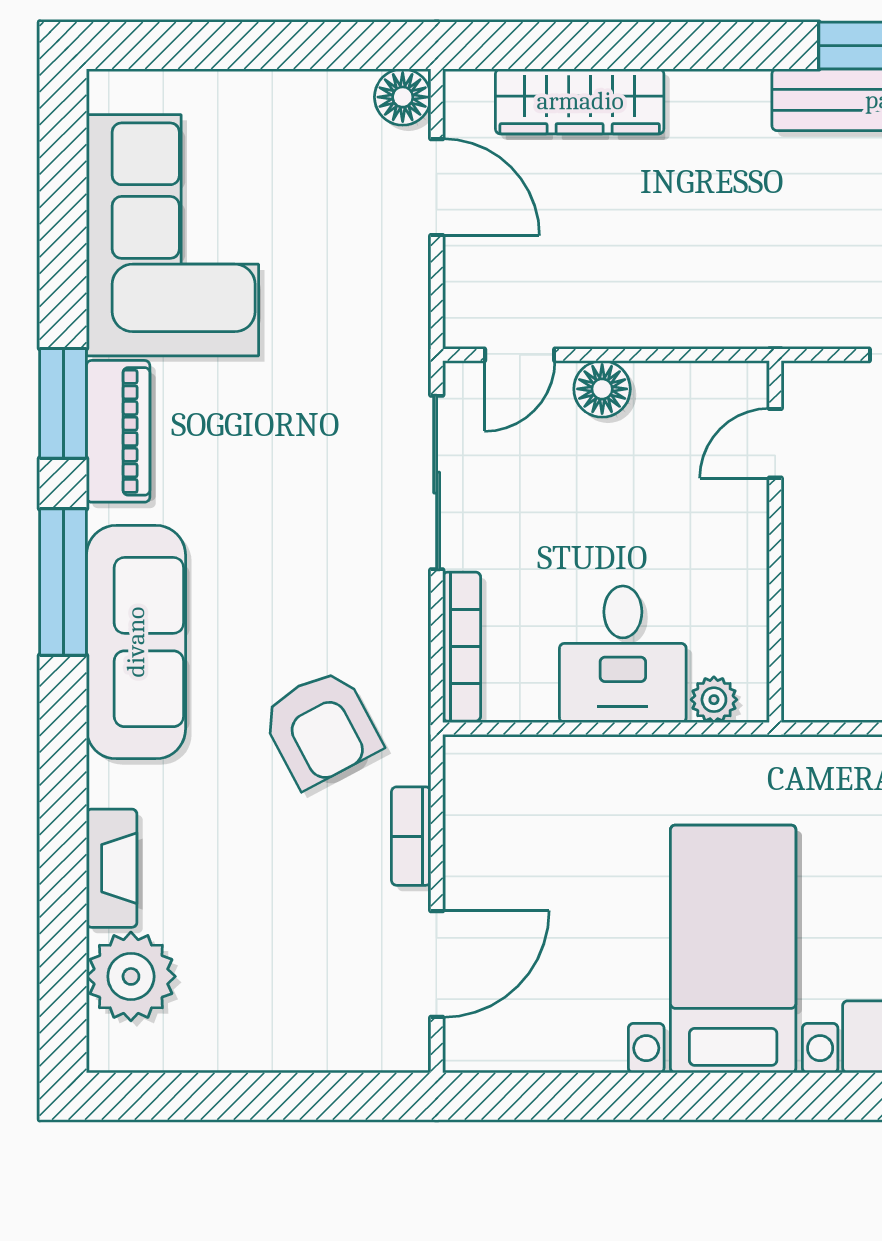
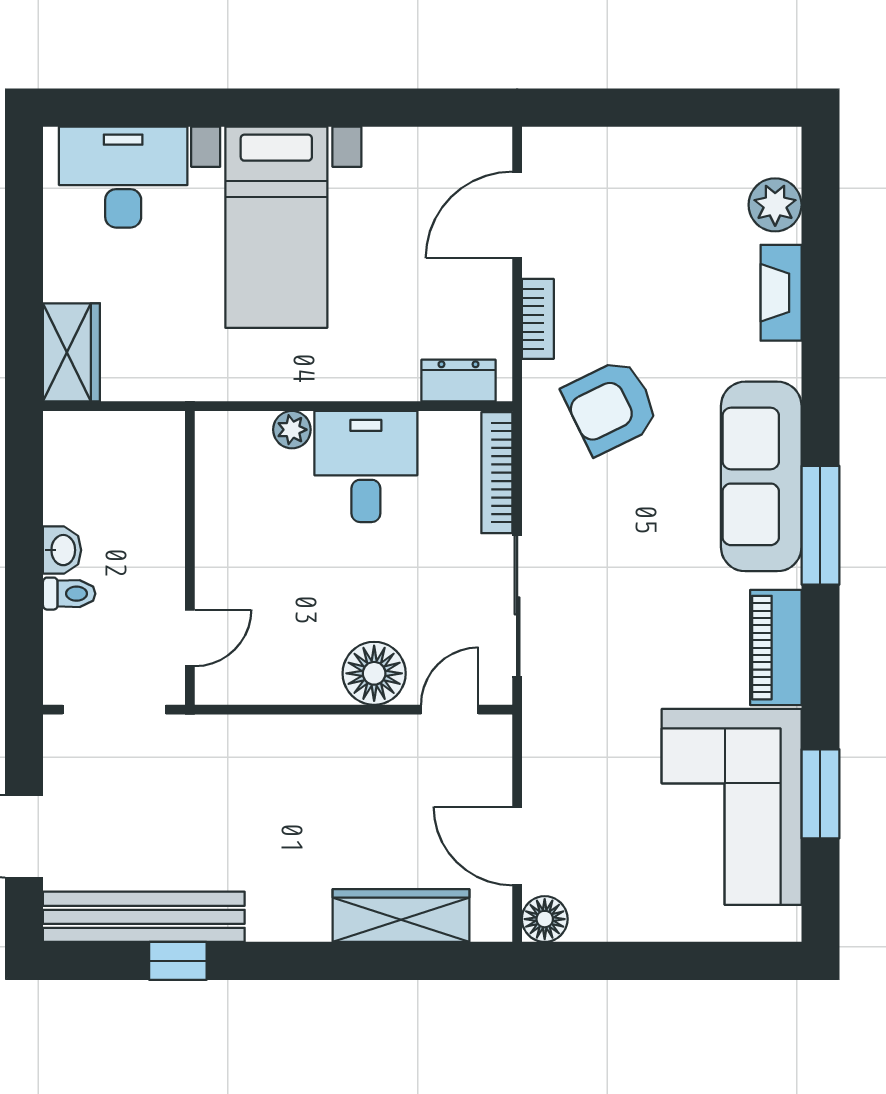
floor lamp: (602, 389) -> (374, 673), width x1.38, depth x1.38
window: (63, 403) -> (820, 794), moved
door: (775, 443) -> (190, 638), moved
wall: (775, 542) -> (190, 558), moved
armchair: (321, 728) -> (611, 407), turned -88
dresser: (509, 760) -> (458, 381), added
plant: (131, 976) -> (775, 205), width x0.73, depth x0.73

